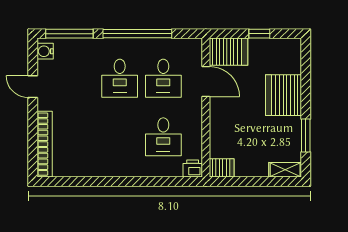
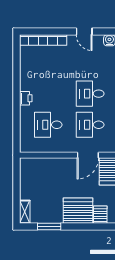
door: (33, 87) -> (84, 32), swing flipped
printer: (193, 168) -> (26, 98), moved
server rack: (222, 168) -> (100, 215), moved, turned 180

